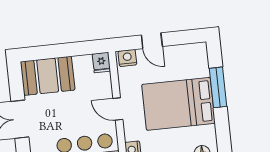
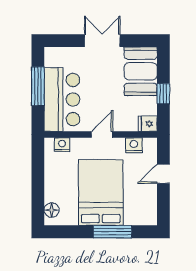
window: (68, 50) -> (163, 94), added
nightstand: (127, 58) -> (134, 145), moved, turned -90

